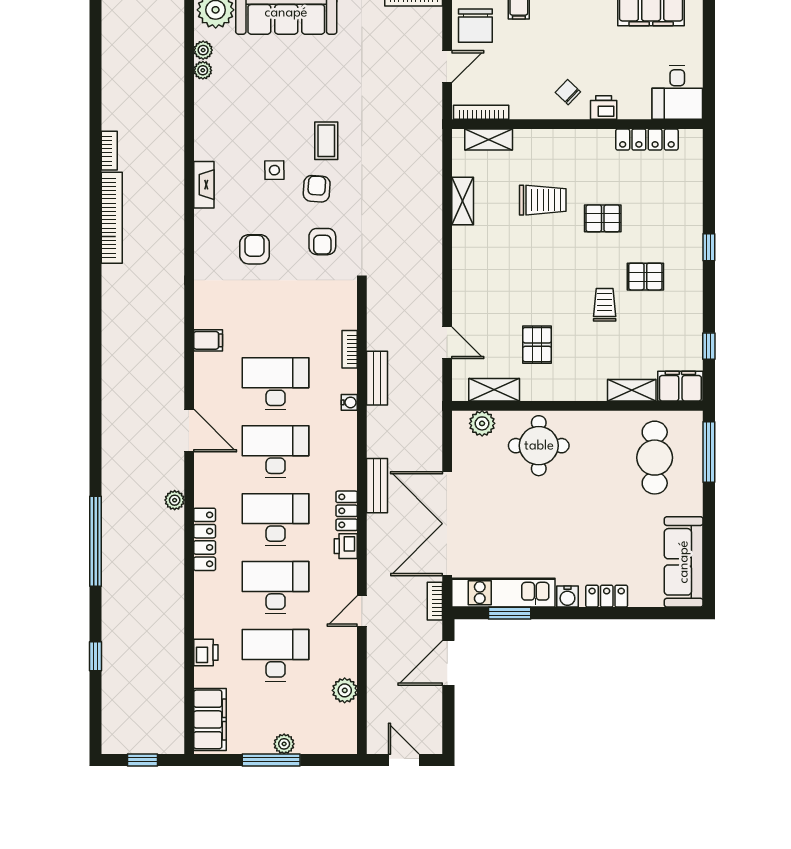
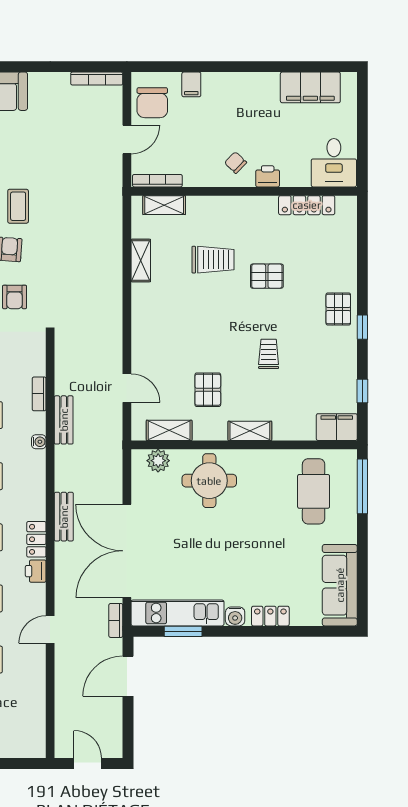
window: (709, 247) -> (362, 327), moved
pallet: (645, 277) -> (338, 309), moved, turned 90
shelving: (632, 390) -> (250, 431), moved
plant: (345, 690) -> (35, 701), removed

